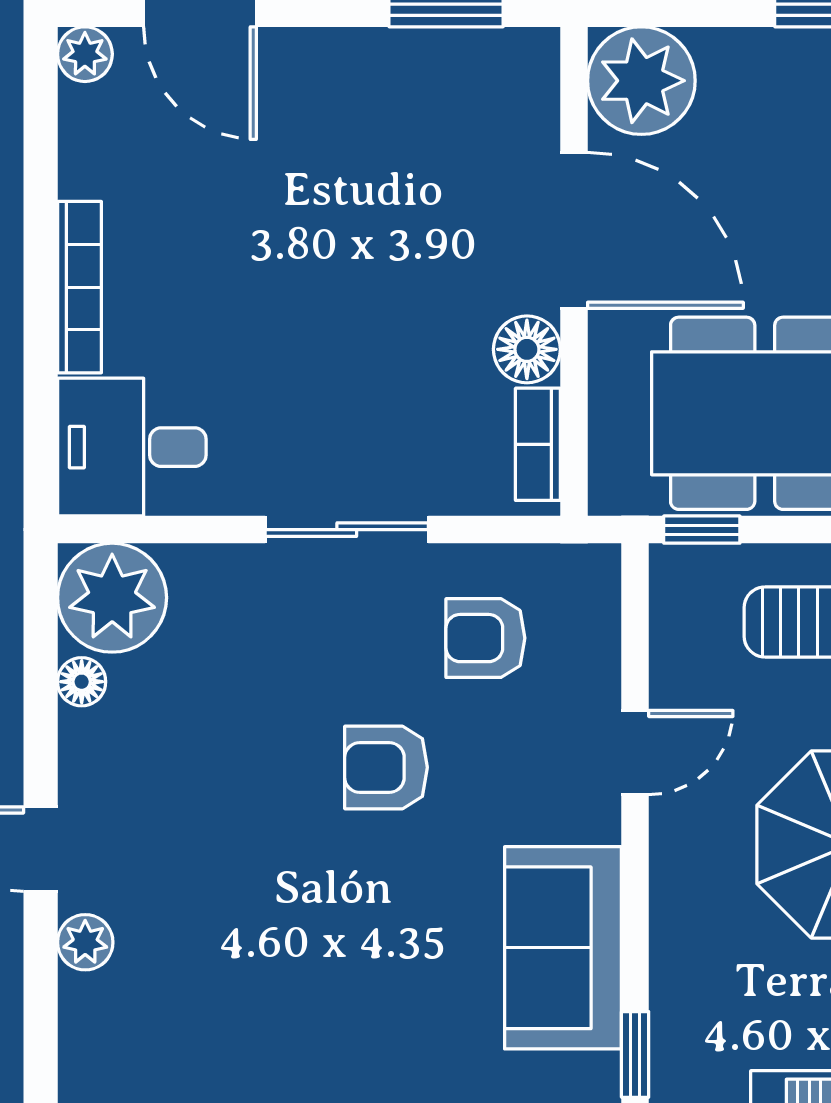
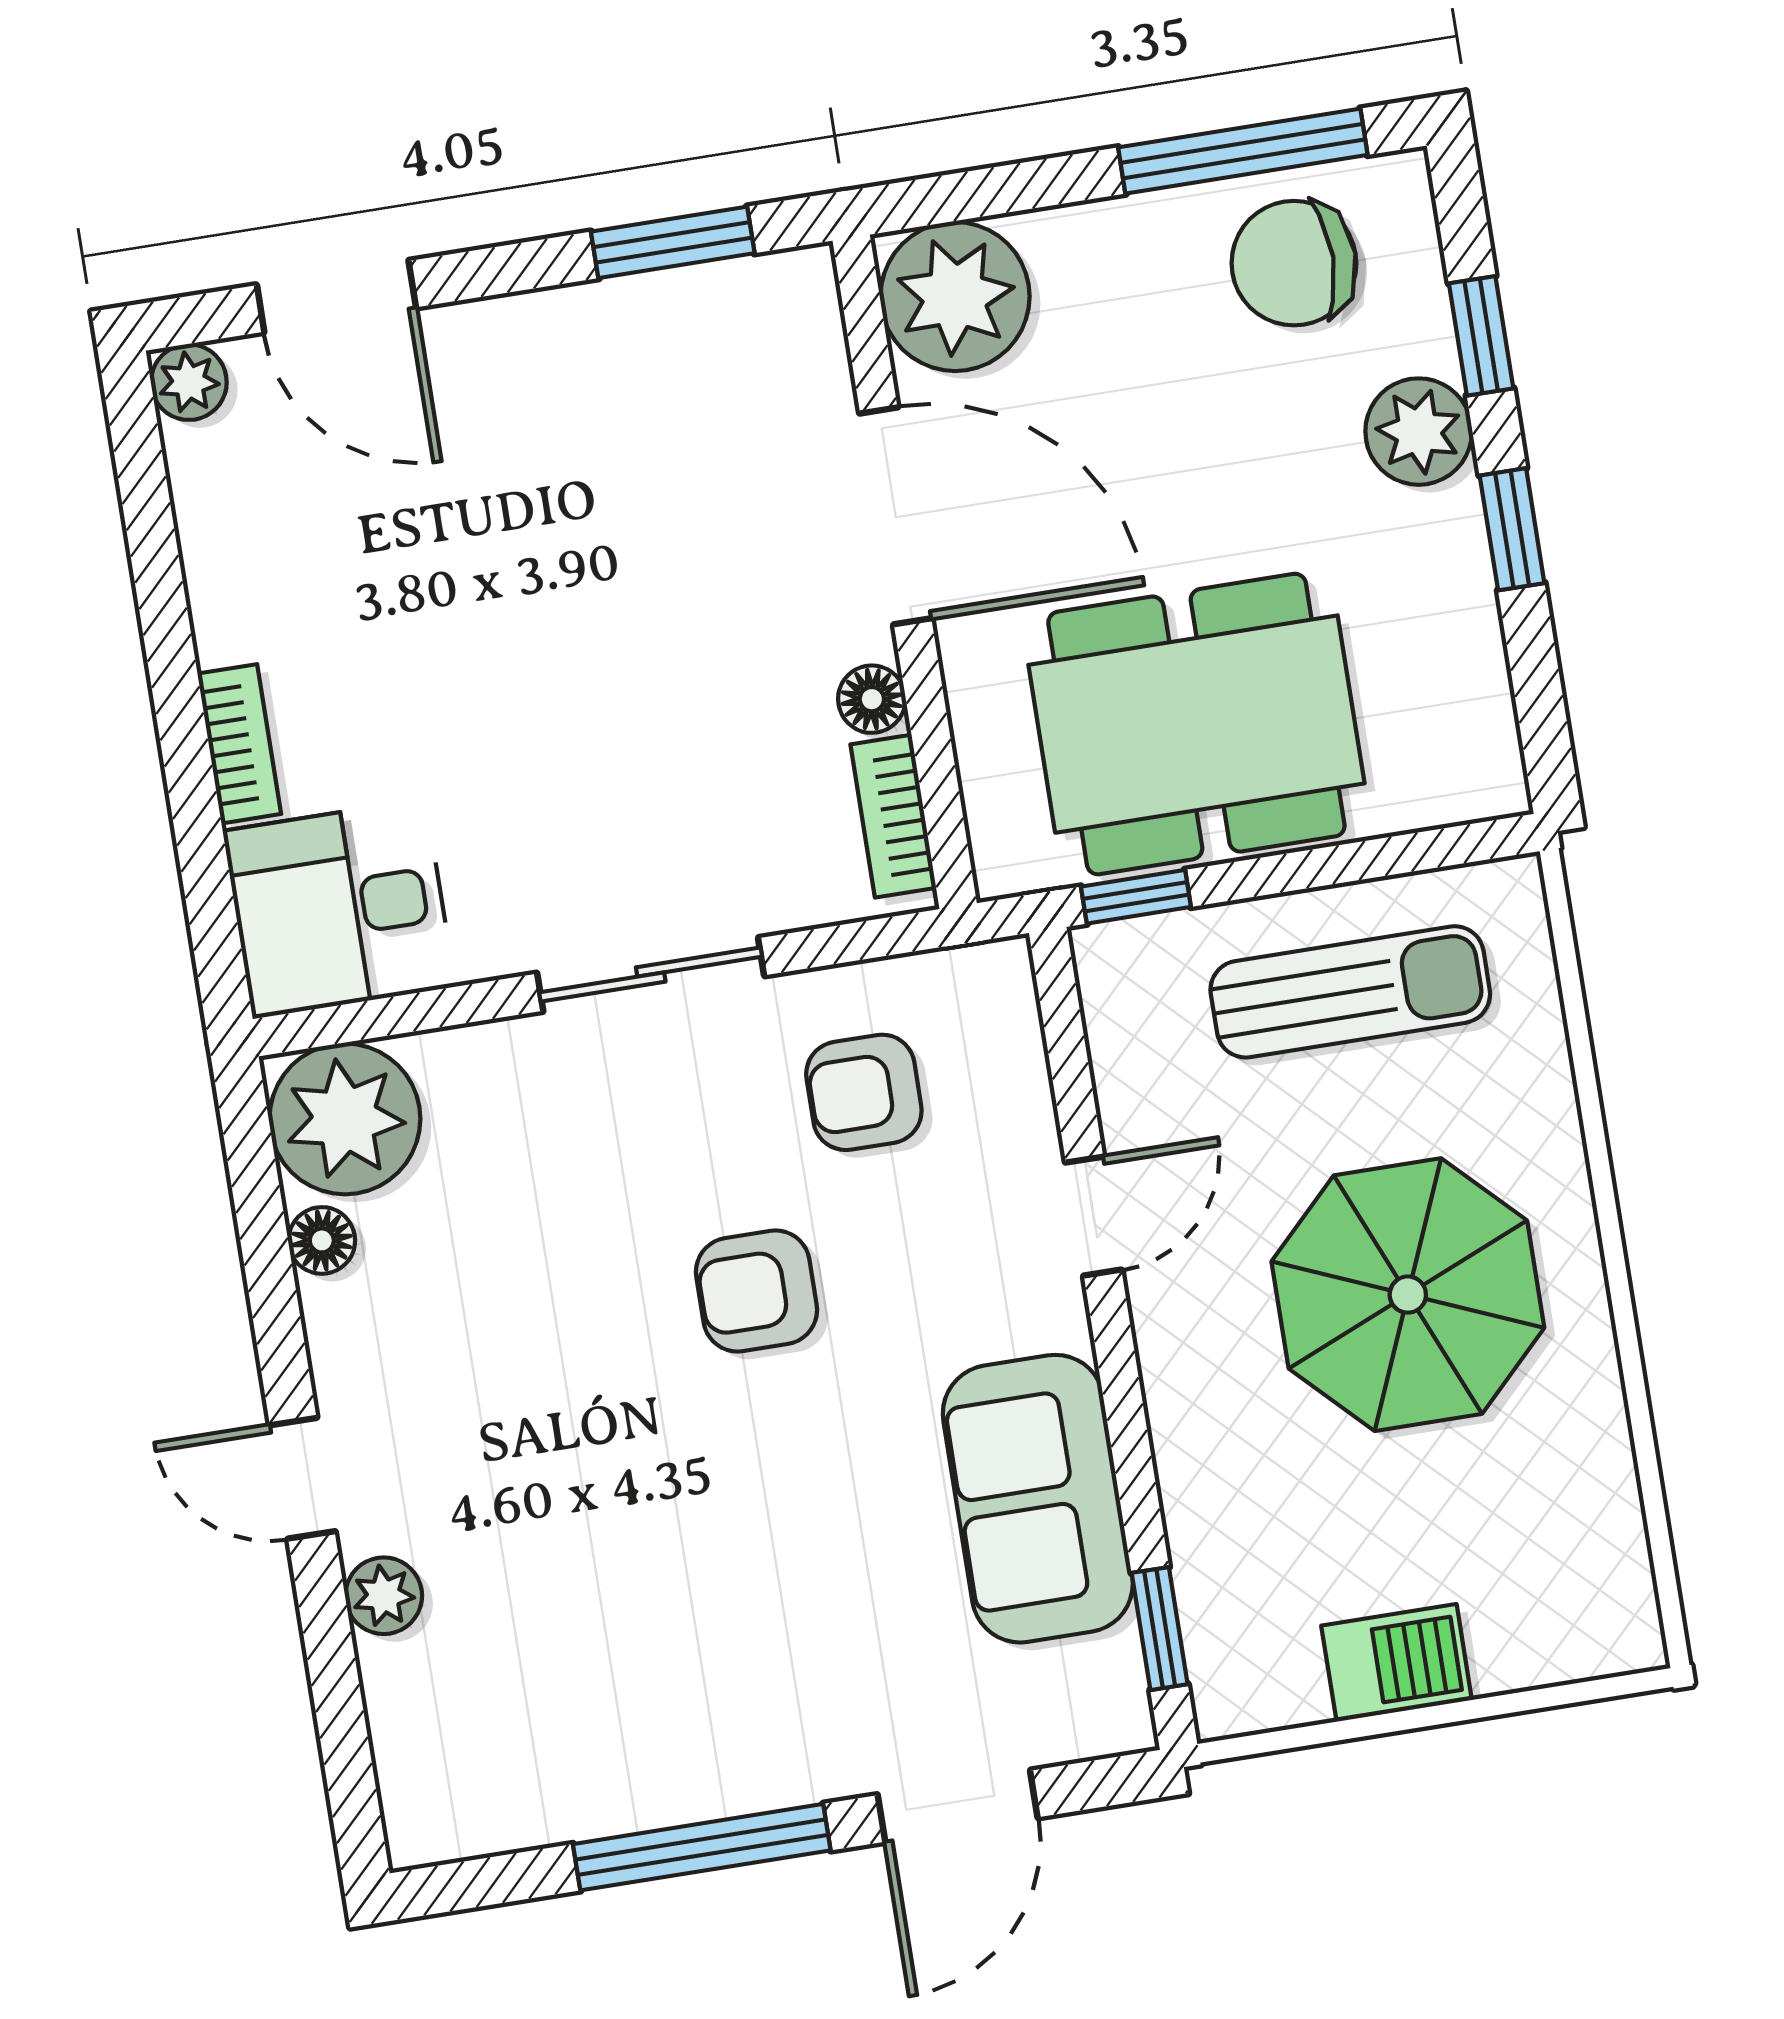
bookcase: (79, 287) -> (239, 744), width x0.64
floor lamp: (527, 349) -> (872, 699), width x0.73, depth x0.73

